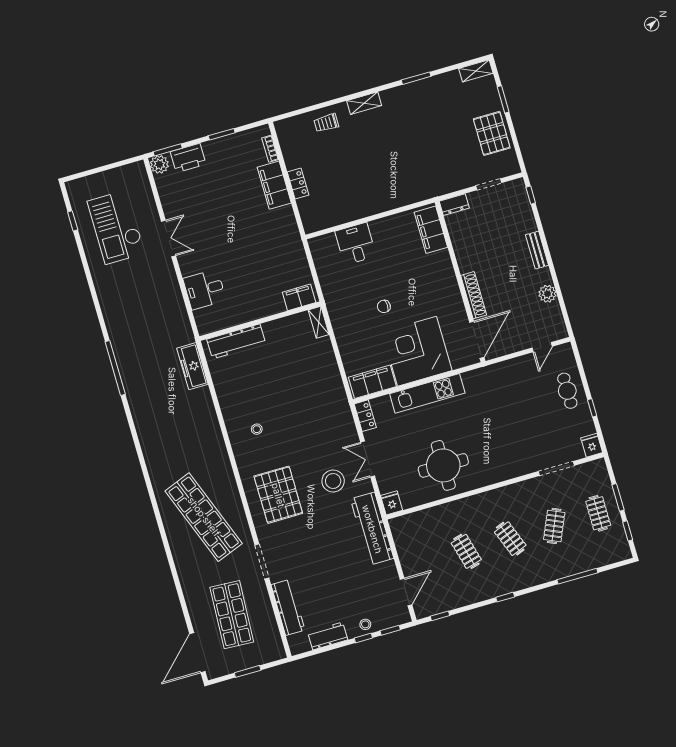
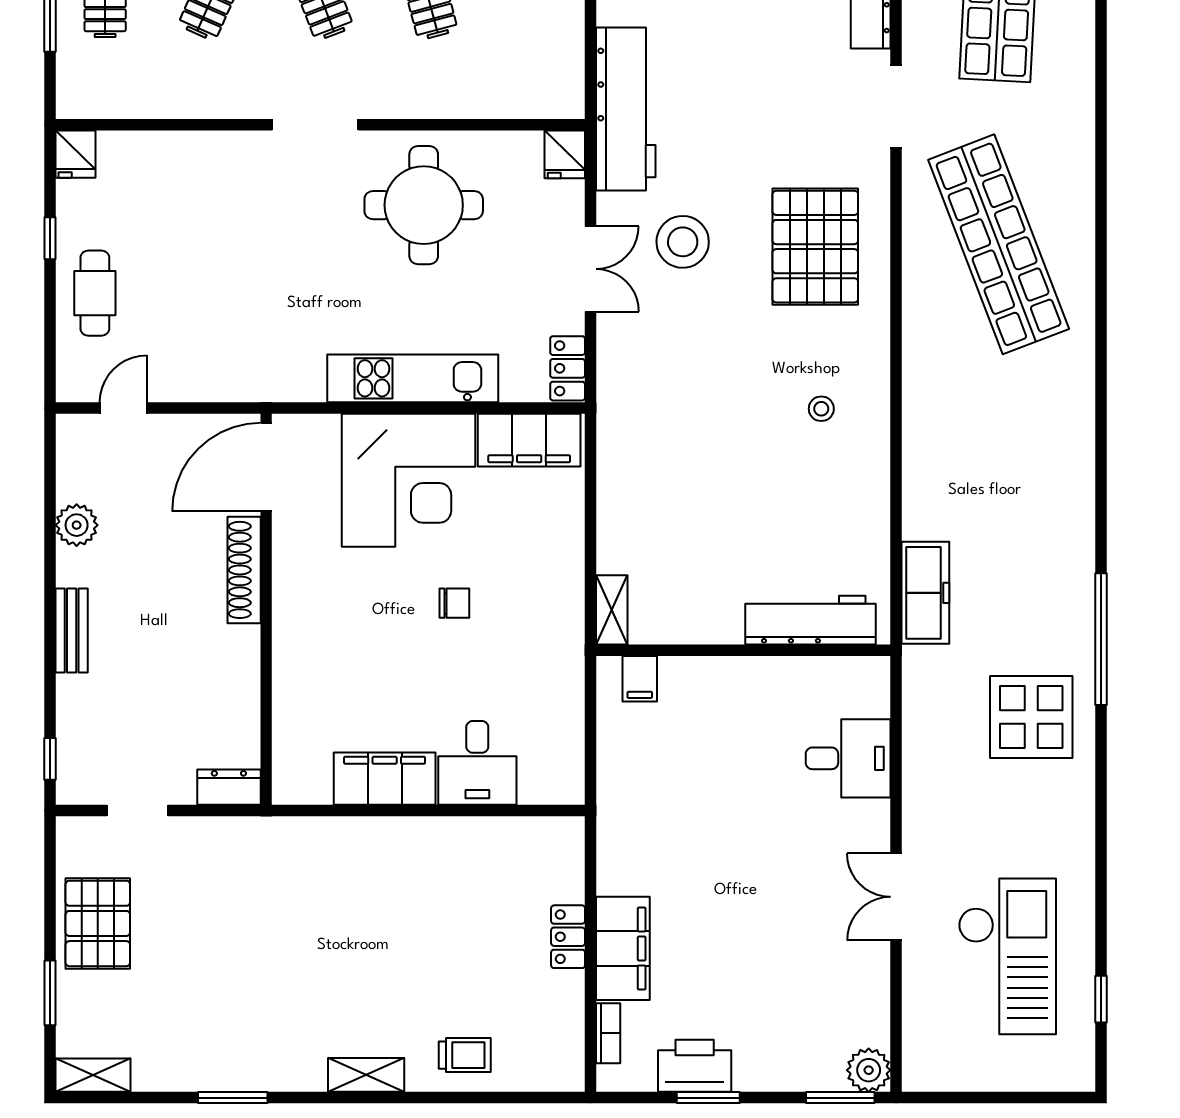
printer: (188, 158) -> (695, 1066), moved
filing cabinet: (431, 230) -> (385, 779), moved, turned -90
filing cabinet: (299, 297) -> (640, 679), width x0.50
display table: (135, 328) -> (1031, 717), added
doorway: (556, 468) -> (315, 125), moved

